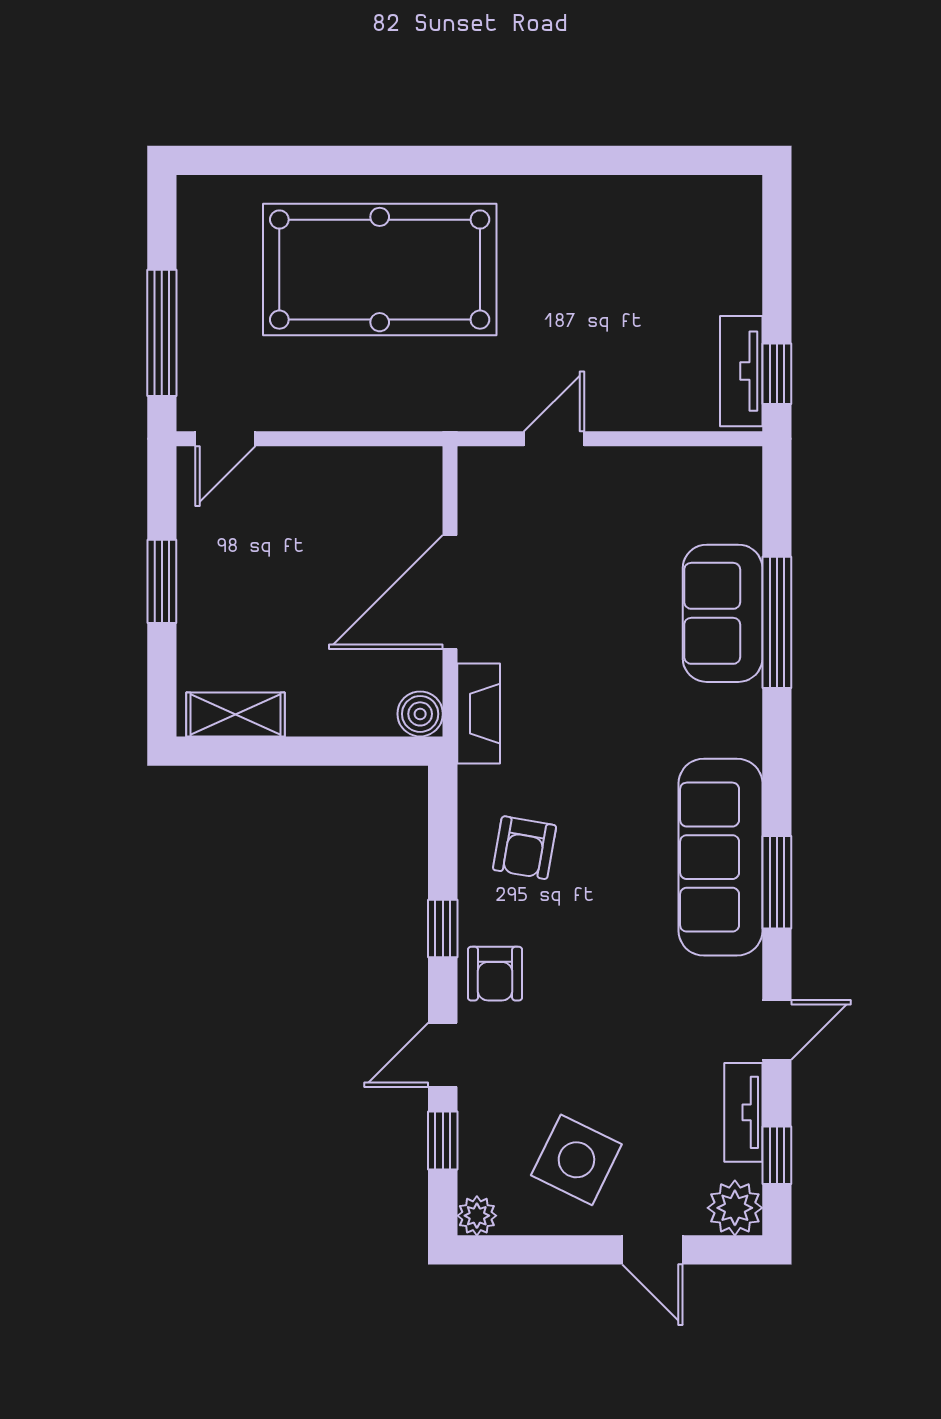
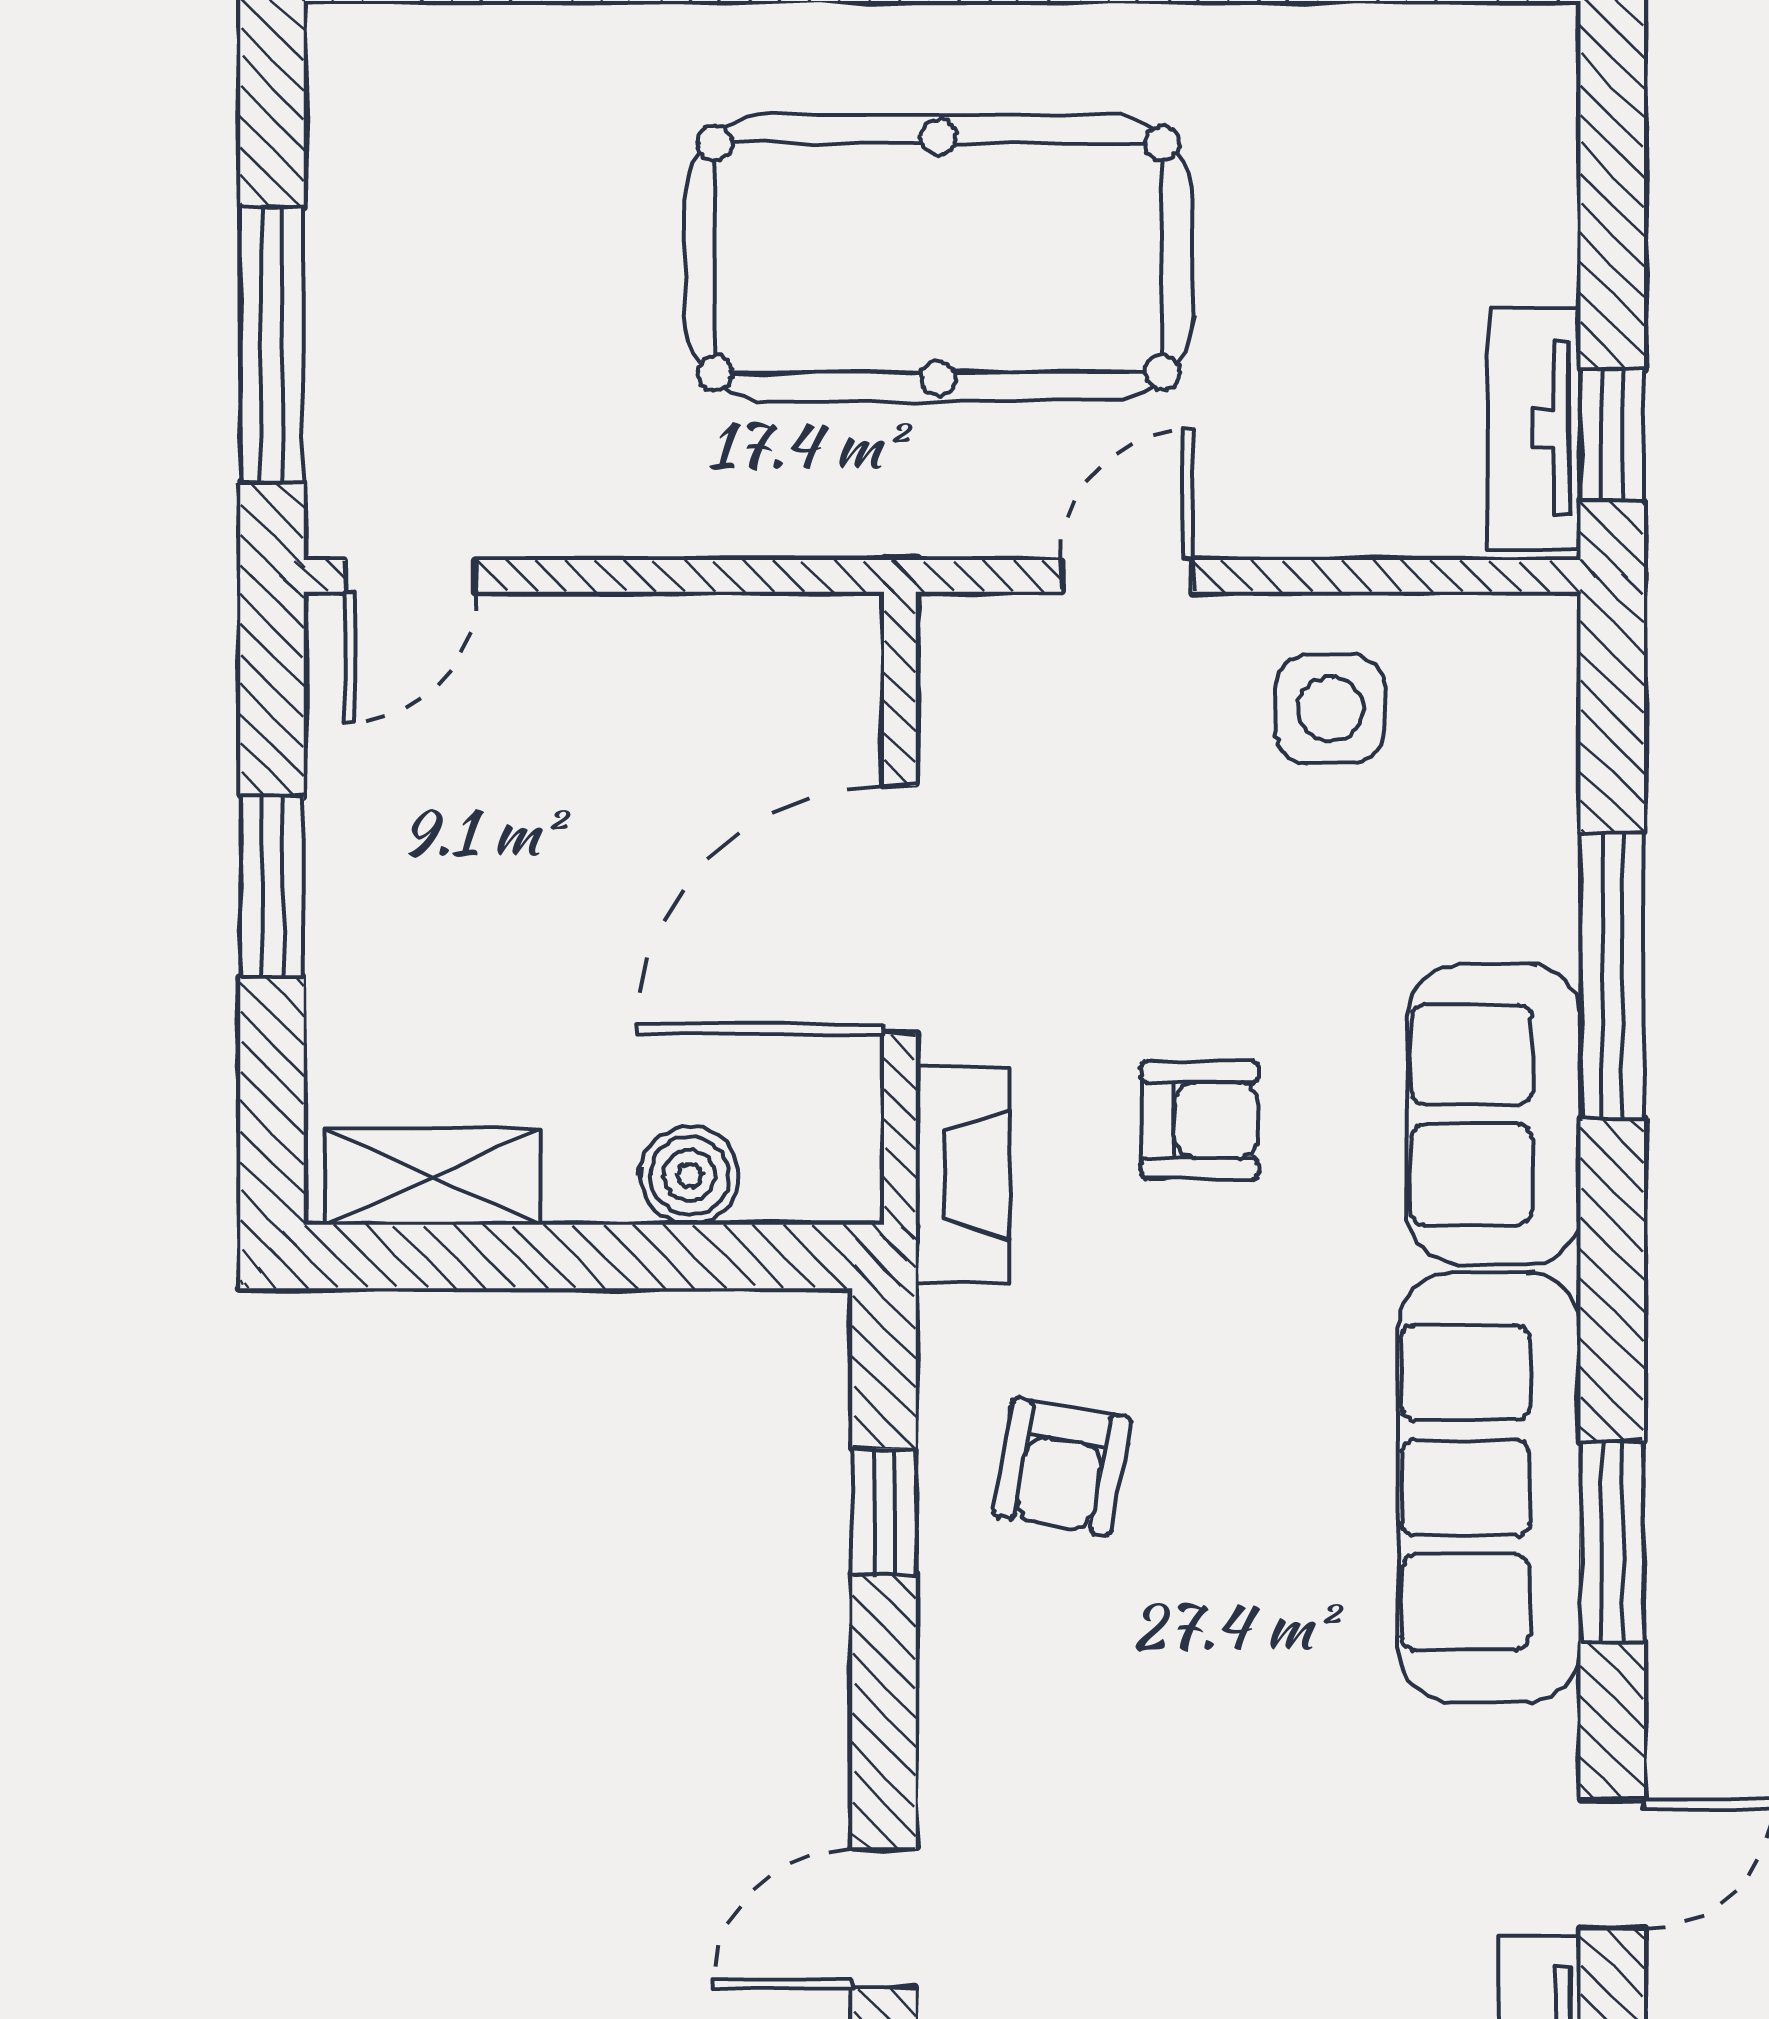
pool table: (380, 270) -> (938, 258), moved
side table: (647, 500) -> (1330, 709), added
sofa: (723, 613) -> (1494, 1114), moved
boiler: (420, 714) -> (689, 1176), moved
window: (443, 929) -> (884, 1512), moved
armchair: (495, 974) -> (1200, 1120), moved, turned -90

